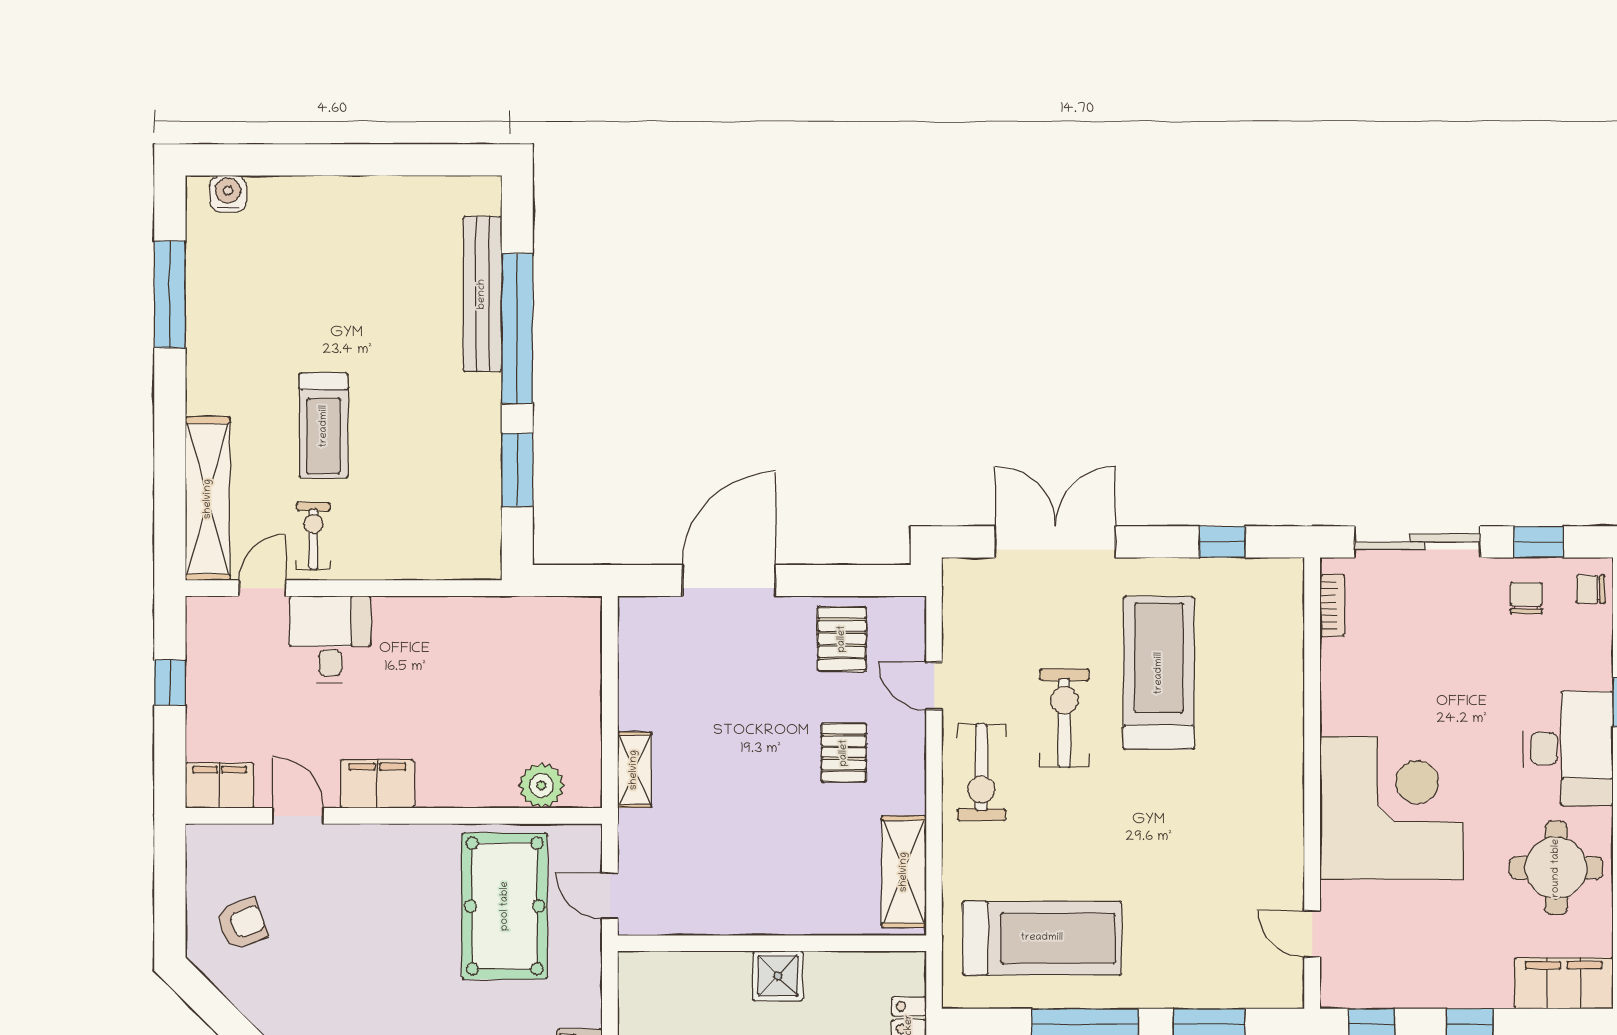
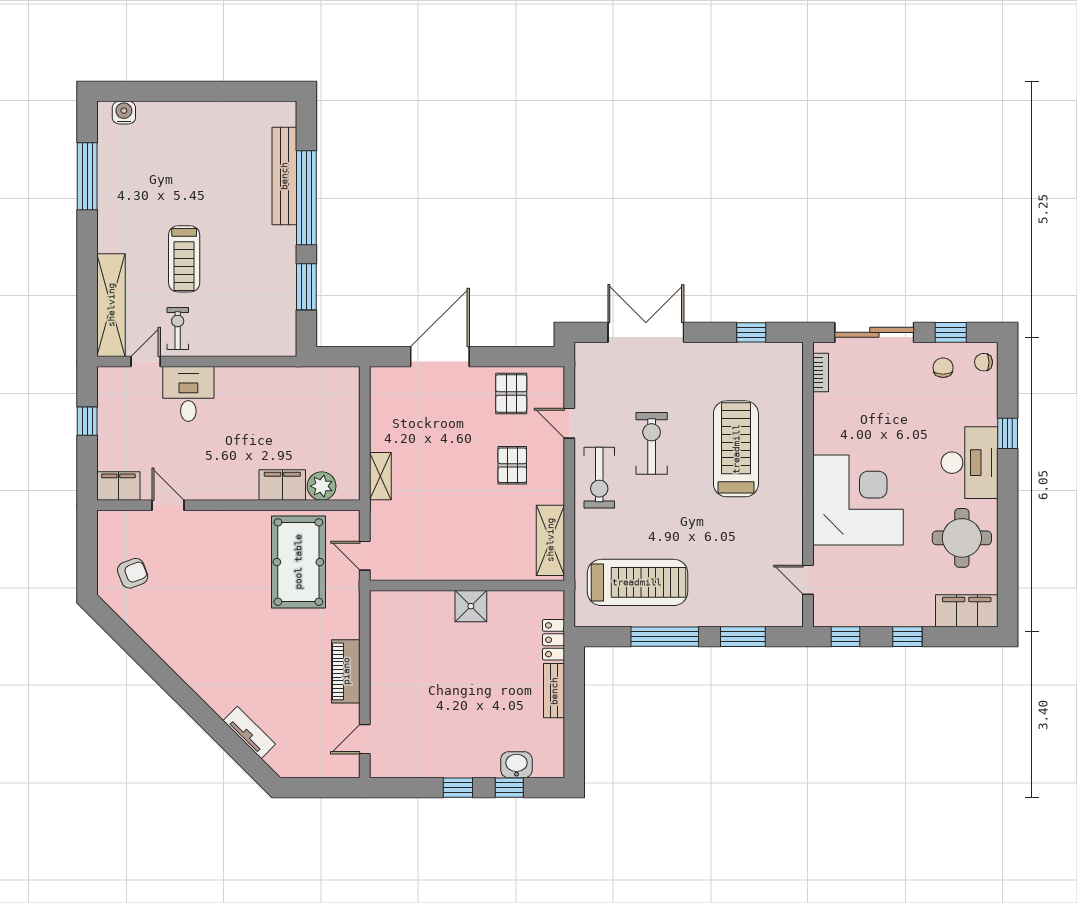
treadmill: (1159, 673) -> (736, 449), moved
filing cabinet: (377, 784) -> (282, 485), moved

